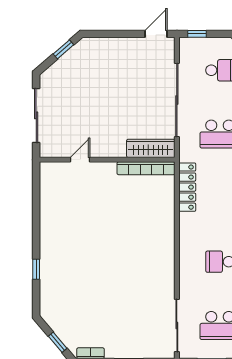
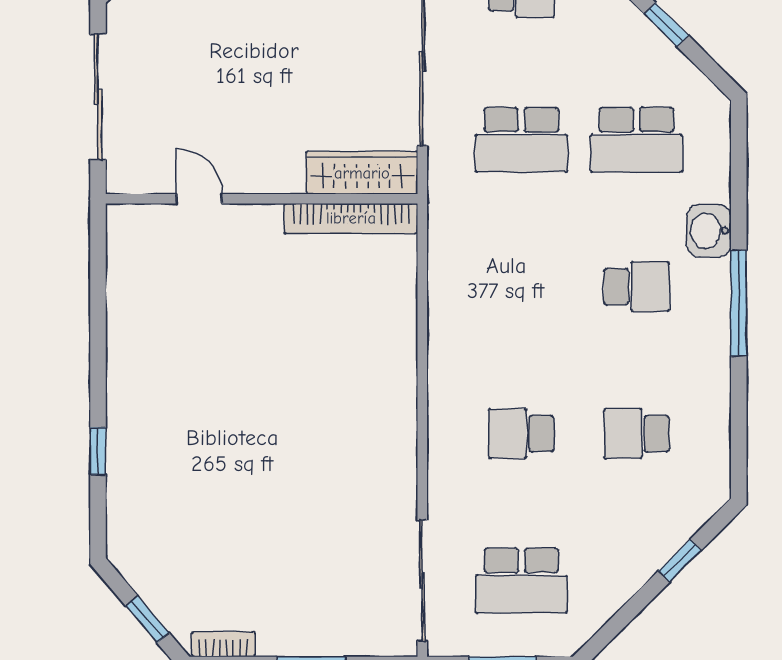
door: (80, 160) -> (199, 199), hinge flipped
locker: (187, 187) -> (446, 262), removed

